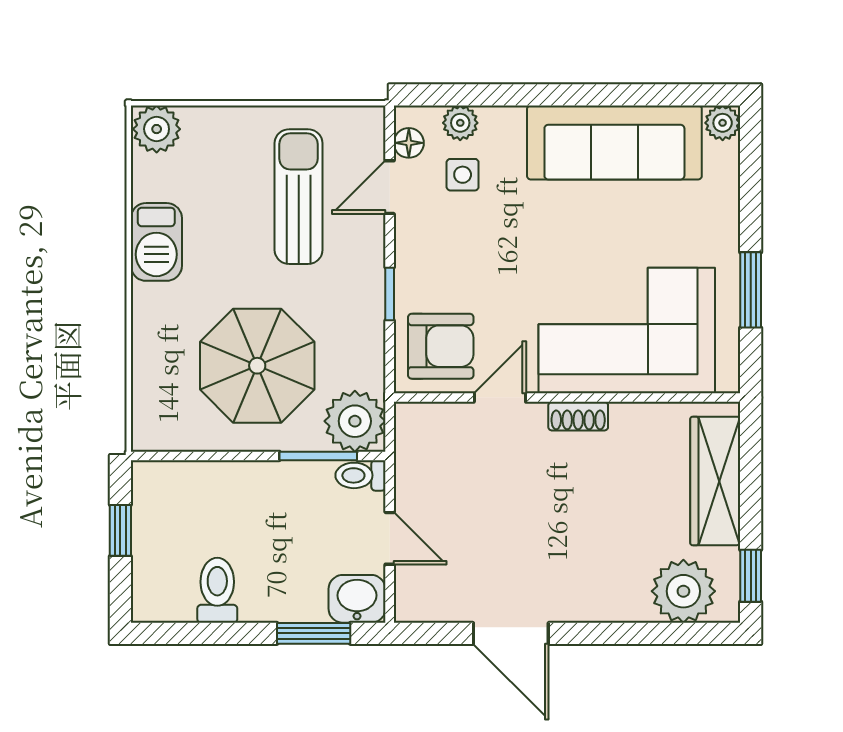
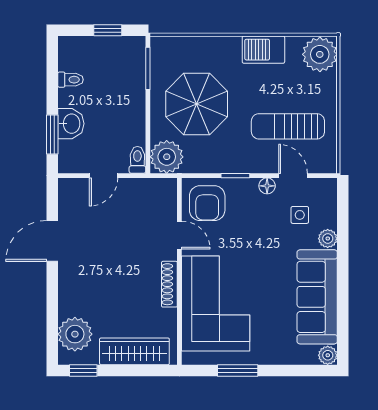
plant: (460, 123) -> (328, 238), moved
plant: (157, 129) -> (320, 54), width x1.36, depth x1.36
floor lamp: (409, 143) -> (267, 186), moved
sun lounger: (299, 197) -> (288, 126), turned 180
shoe rack: (578, 416) -> (169, 284), width x1.43
window: (318, 456) -> (148, 68), moved
toilet: (217, 590) -> (71, 80), width x0.73, depth x0.72
washbasin: (357, 599) -> (71, 124), moved

